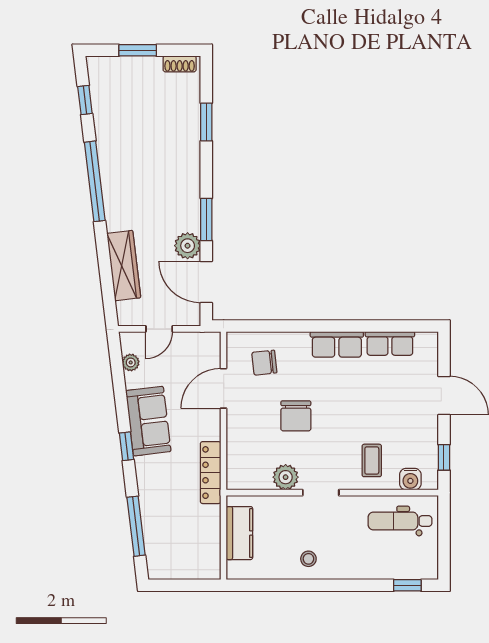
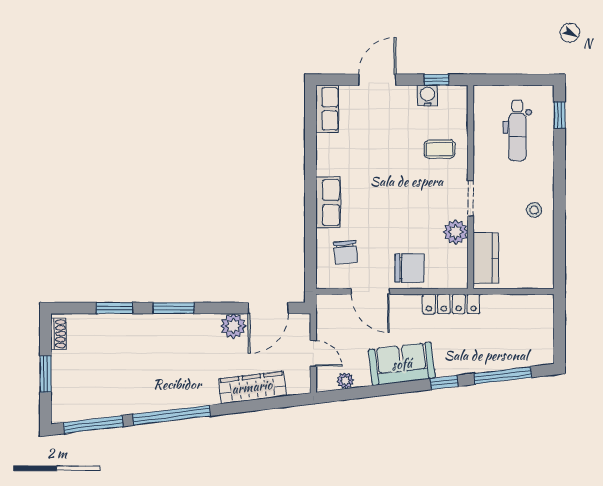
window: (85, 100) -> (93, 425), width x2.17
window: (206, 219) -> (174, 308), moved
row of seats: (390, 343) -> (327, 109), moved
row of seats: (337, 344) -> (328, 203), moved
chair: (296, 416) -> (409, 268), moved
window: (126, 446) -> (444, 383), moved
water cooler: (410, 479) -> (427, 96), moved, turned -90
dental chair: (400, 521) -> (517, 130), moved
kitchen counter: (239, 533) -> (486, 258), moved, turned 90

